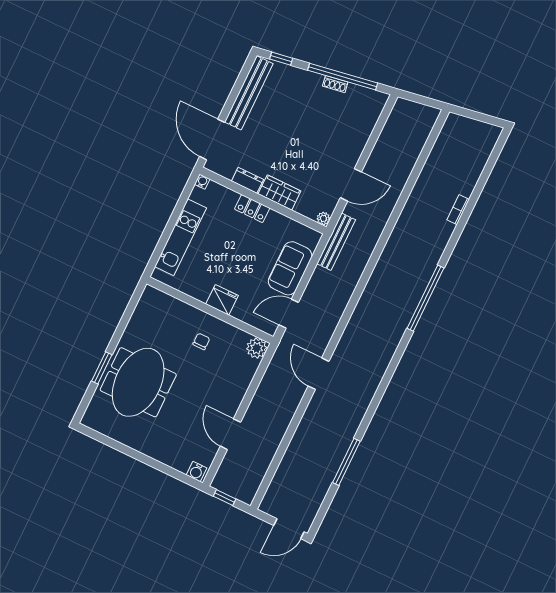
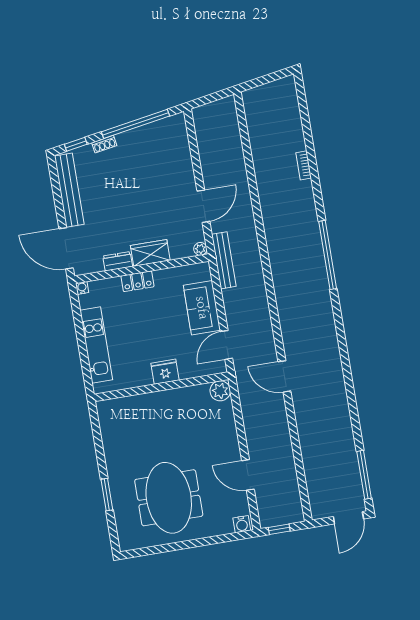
shoe rack: (335, 84) -> (104, 144), moved
chair: (201, 341) -> (172, 417), removed
meeting table: (138, 382) -> (169, 498), moved
window: (346, 462) -> (364, 475), moved

